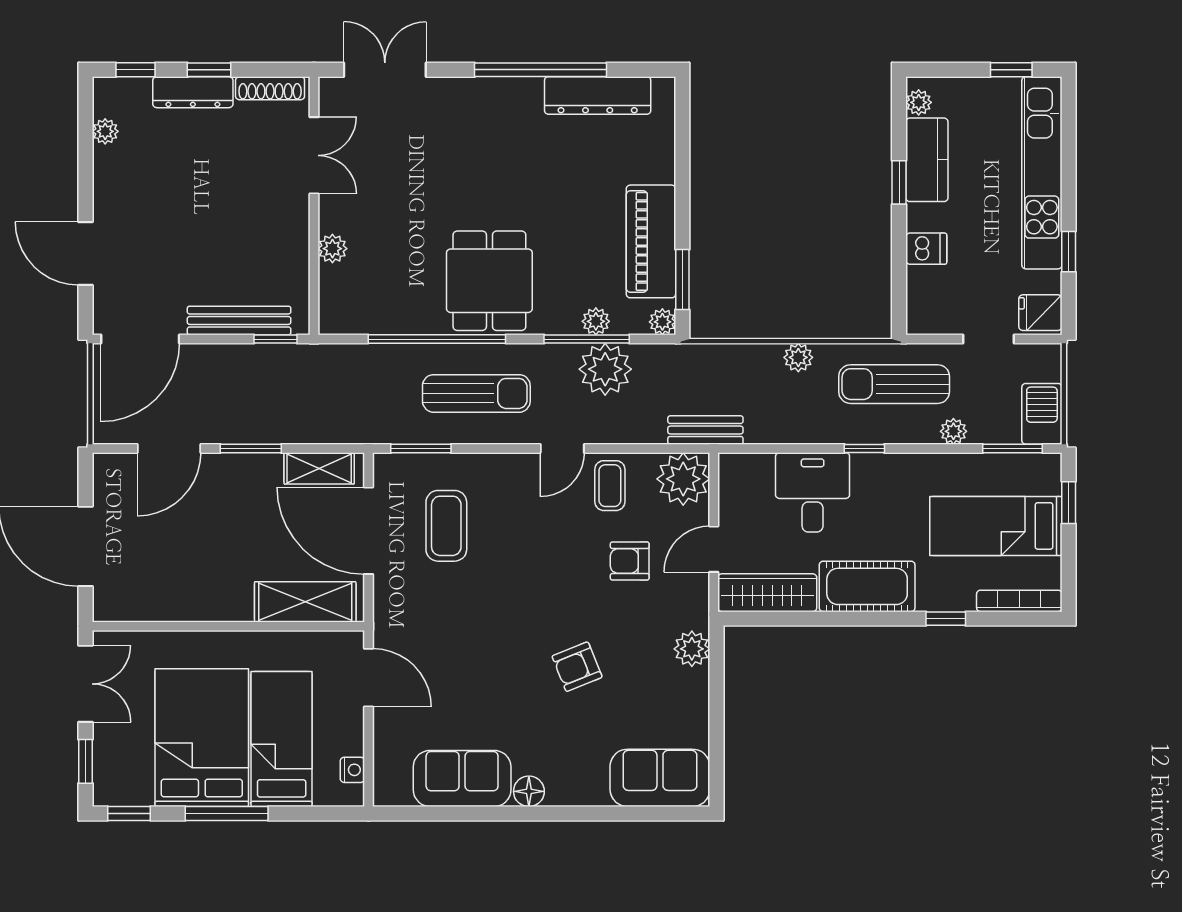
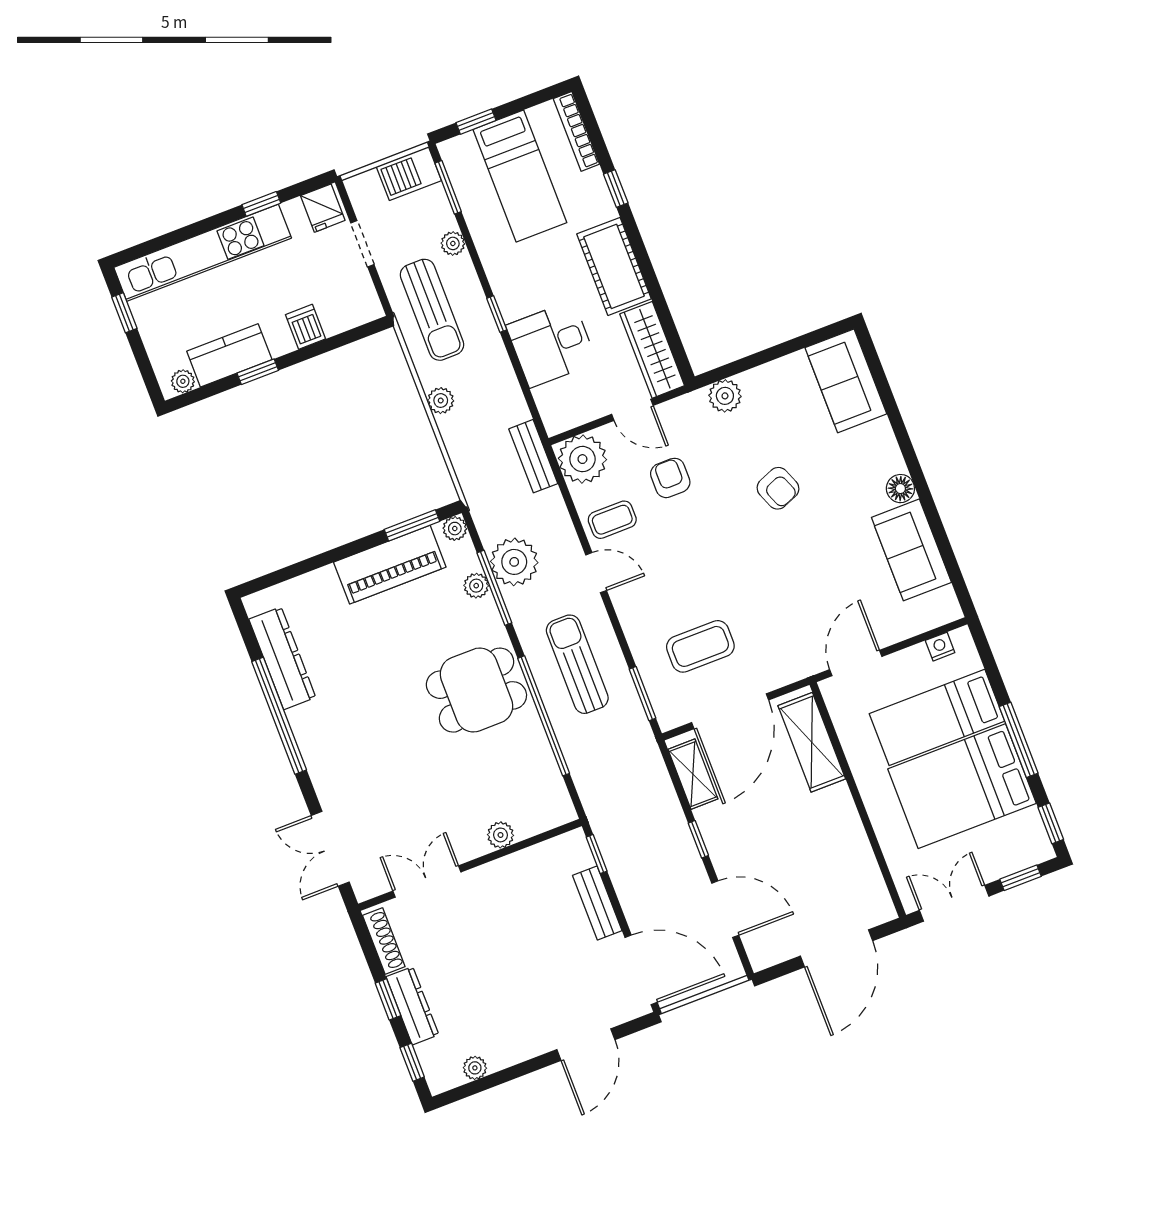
bench: (239, 320) -> (597, 903), width x0.73
window: (251, 448) -> (698, 839), width x0.67
armchair: (630, 561) -> (670, 478), turned 180

